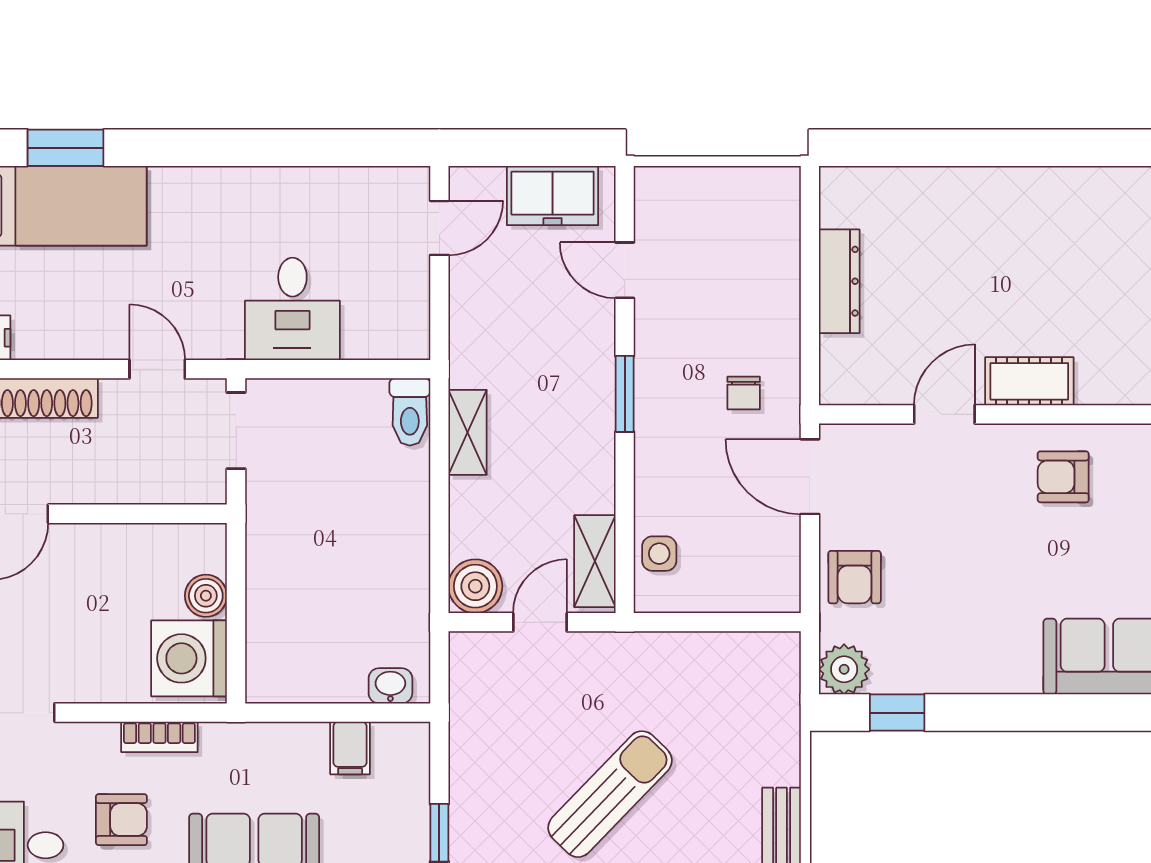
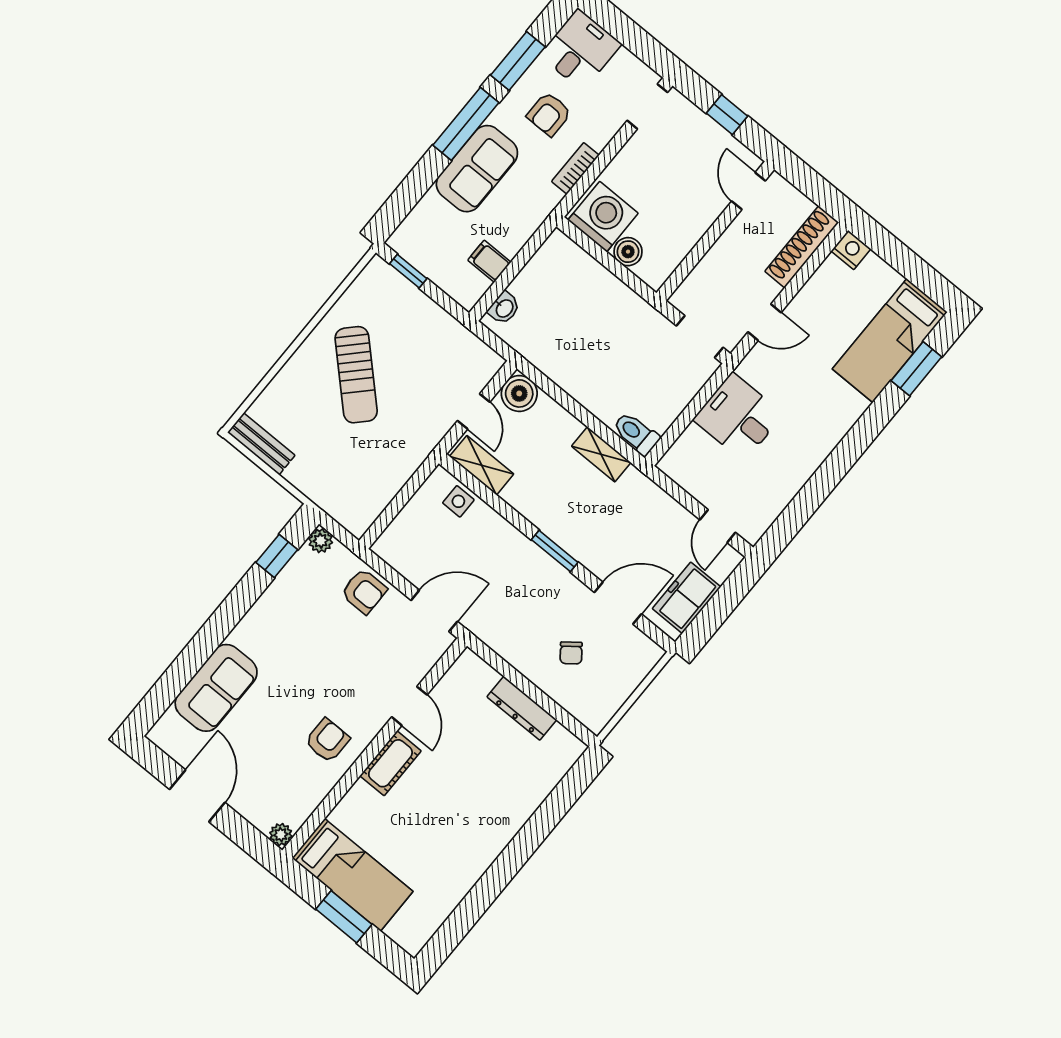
door: (625, 270) -> (618, 603), width x1.38
chair: (744, 393) -> (571, 653), moved, turned -128
armchair: (855, 577) -> (364, 591), turned 180
plant: (844, 669) -> (321, 541), width x0.73, depth x0.73

